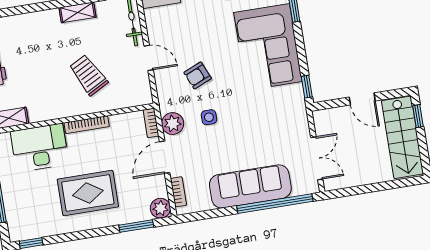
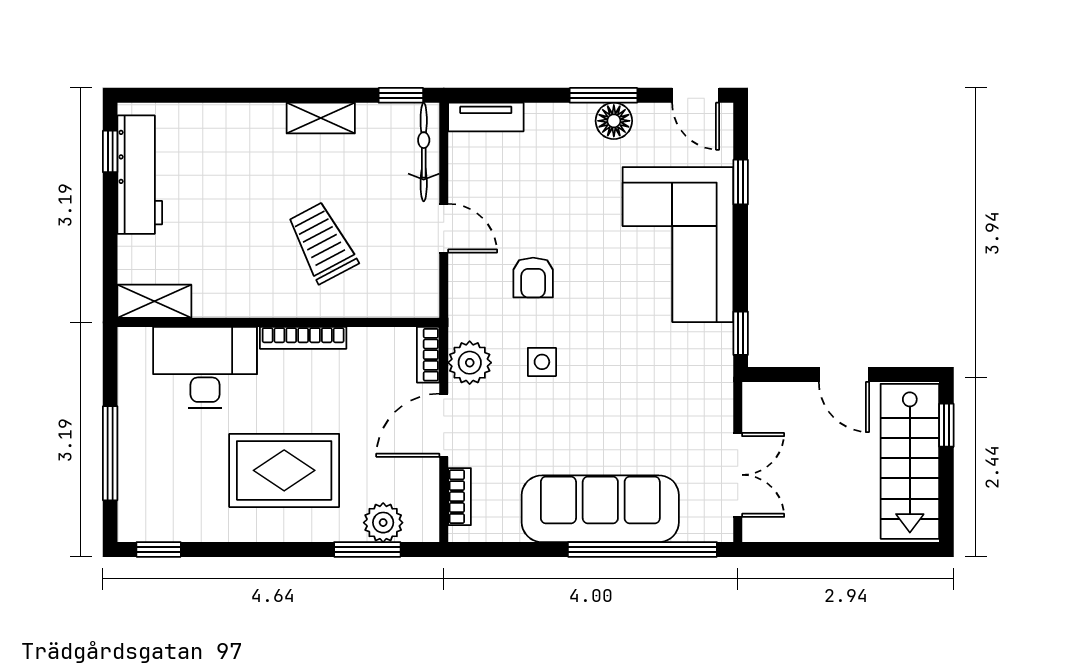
armchair: (198, 75) -> (533, 278), turned -67
plant: (160, 208) -> (383, 523), moved

